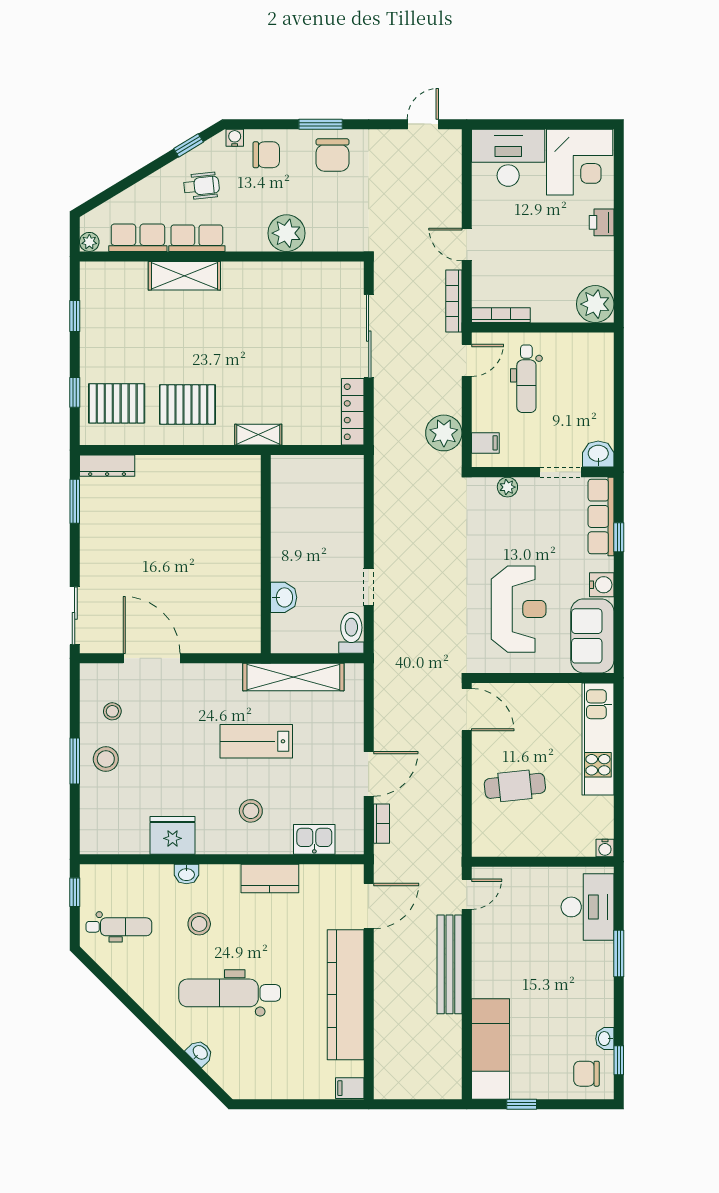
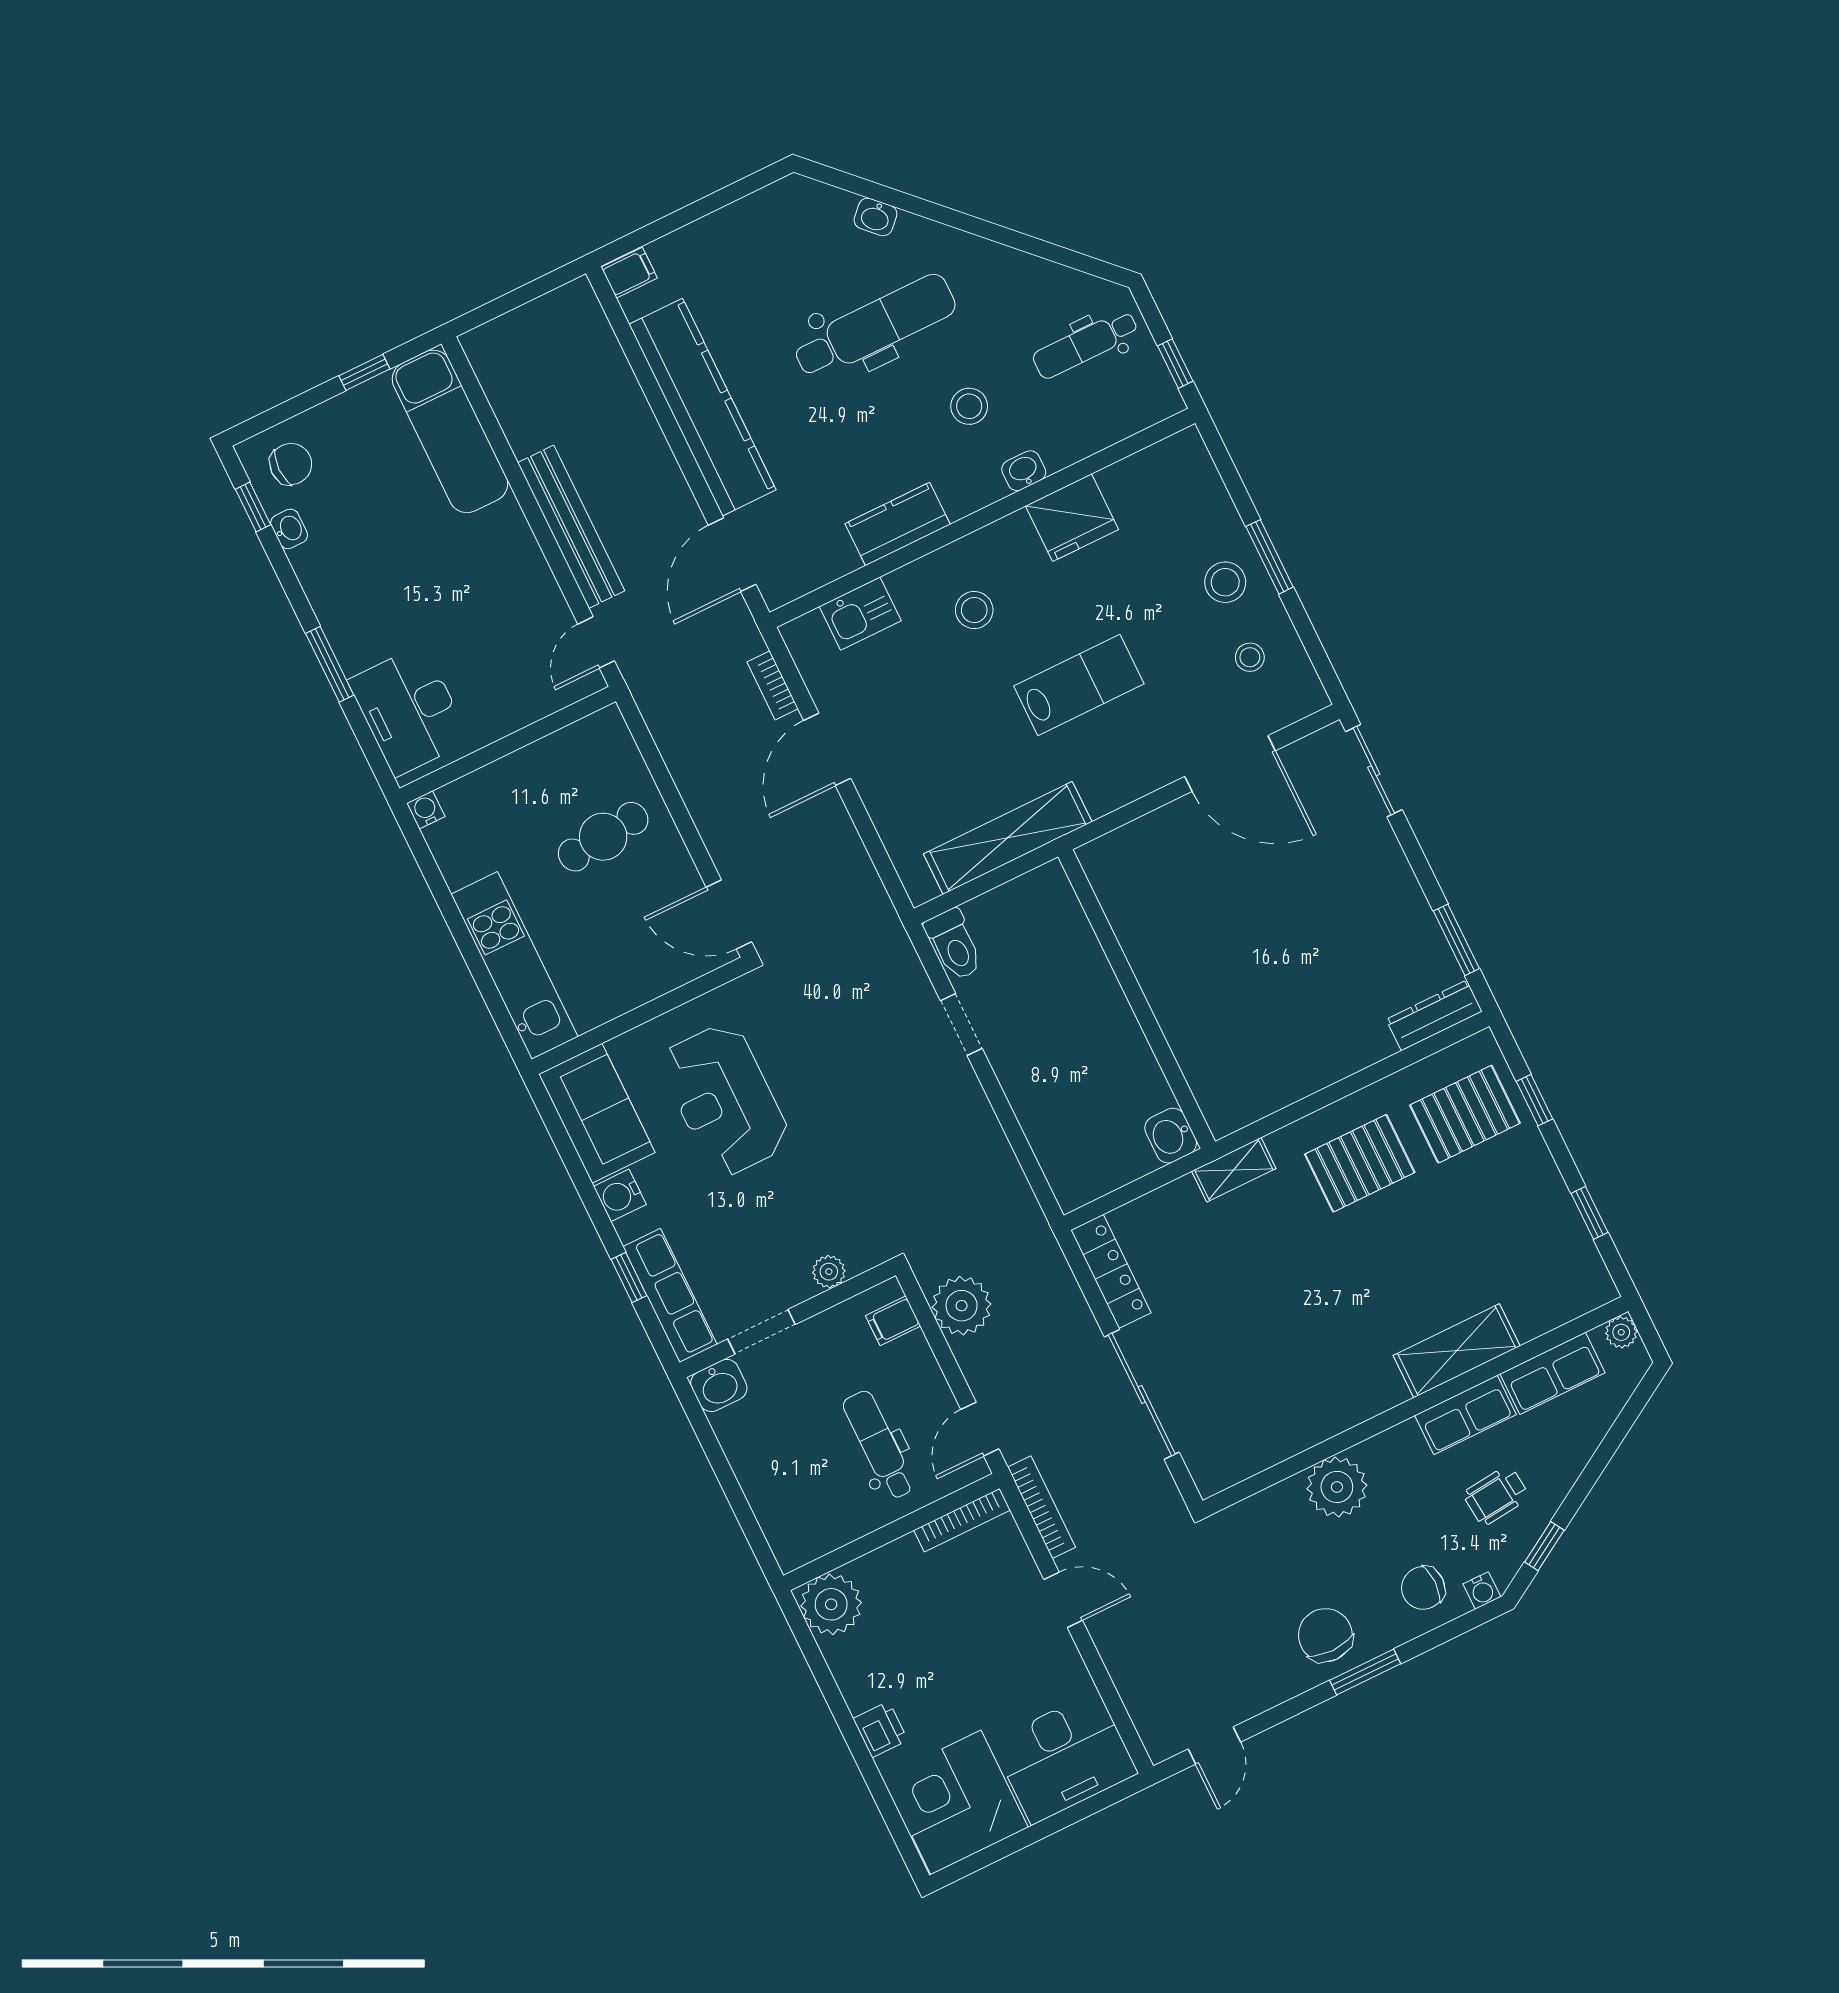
washbasin: (284, 597) -> (1171, 1136), moved
lab bench: (256, 741) -> (1079, 685), moved

